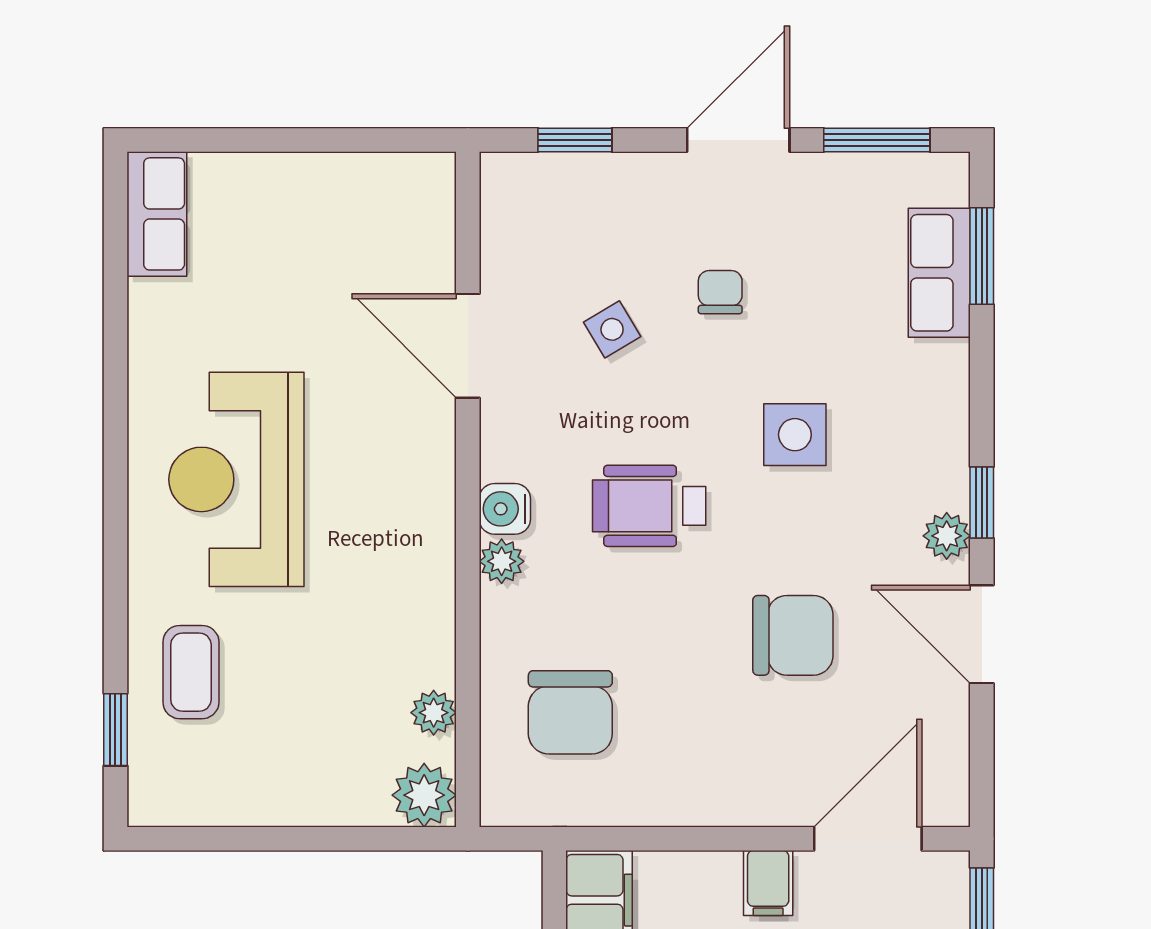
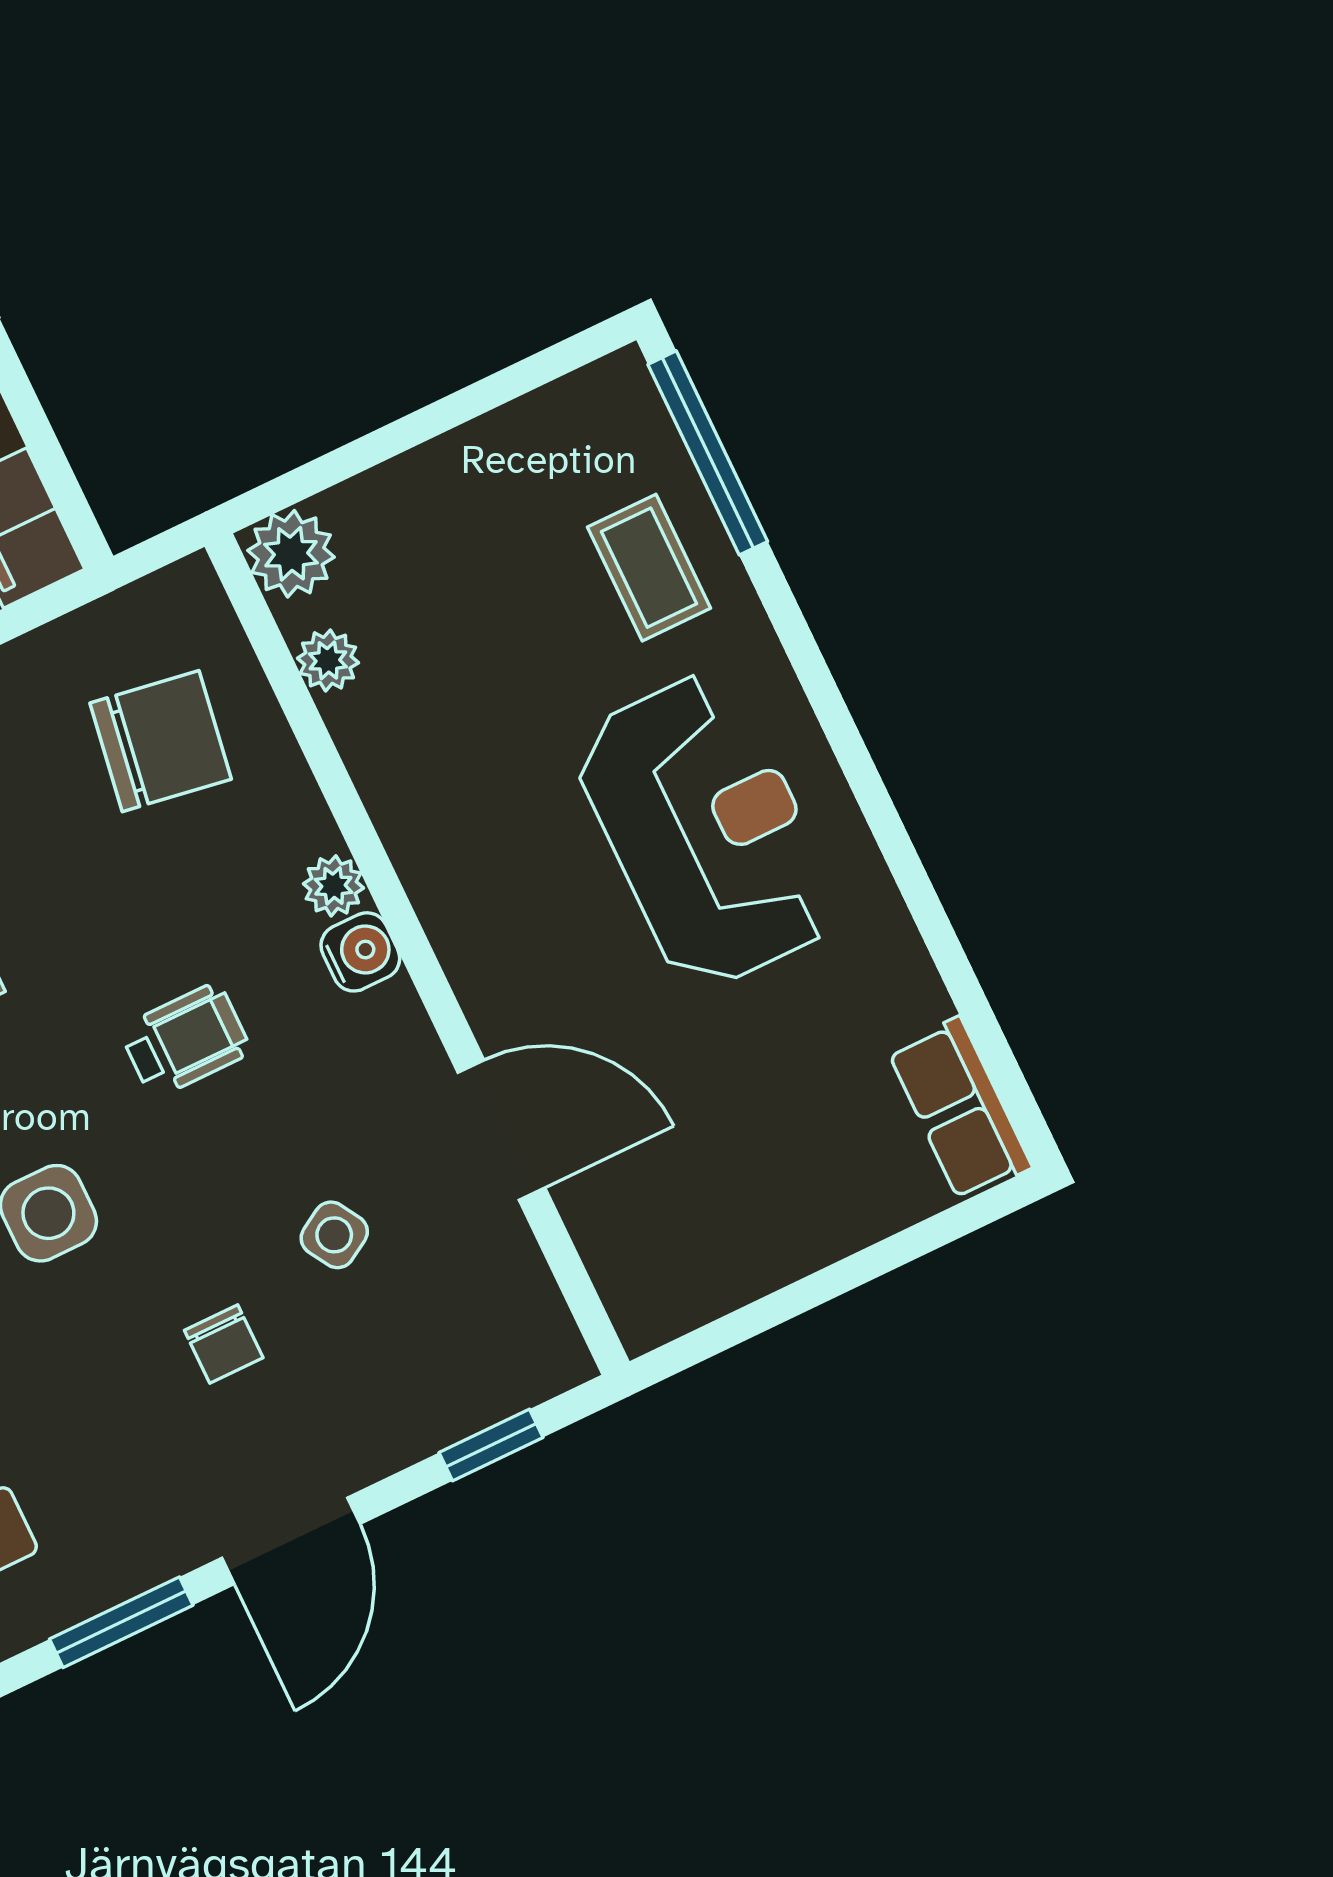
wheelchair: (649, 506) -> (185, 1040), width x0.73, depth x0.73
chair: (570, 712) -> (161, 741), turned 99
window: (115, 730) -> (708, 453), width x2.17

